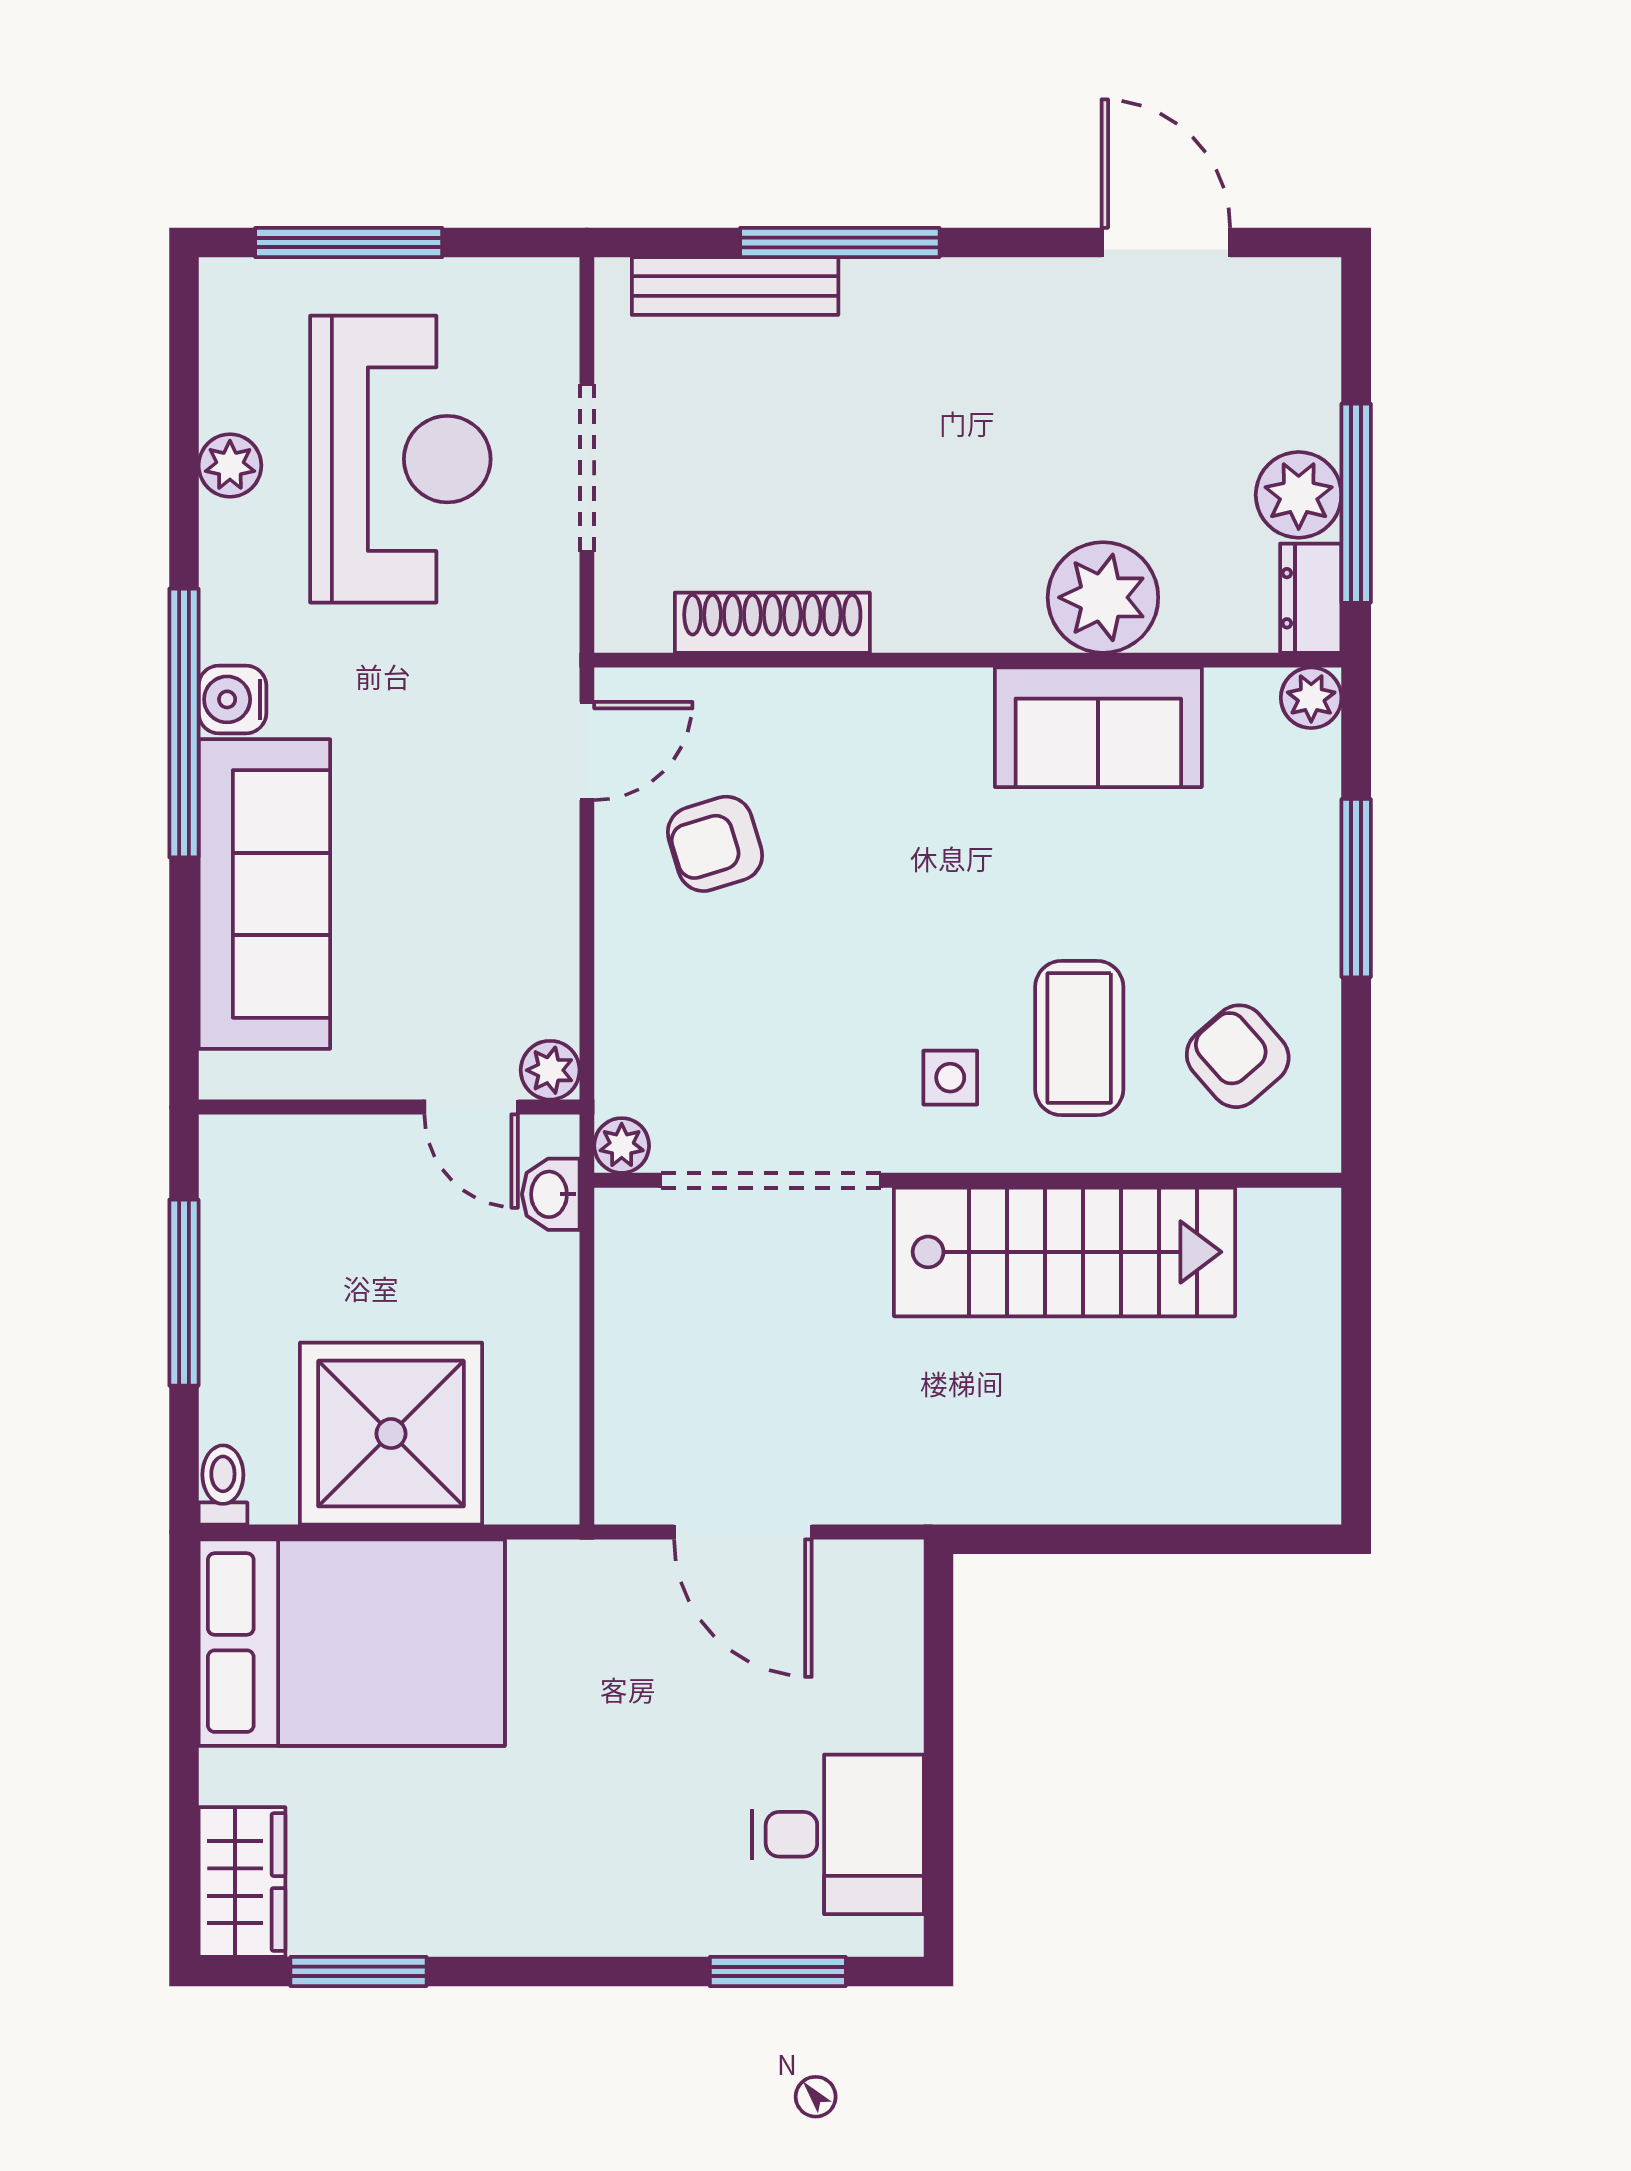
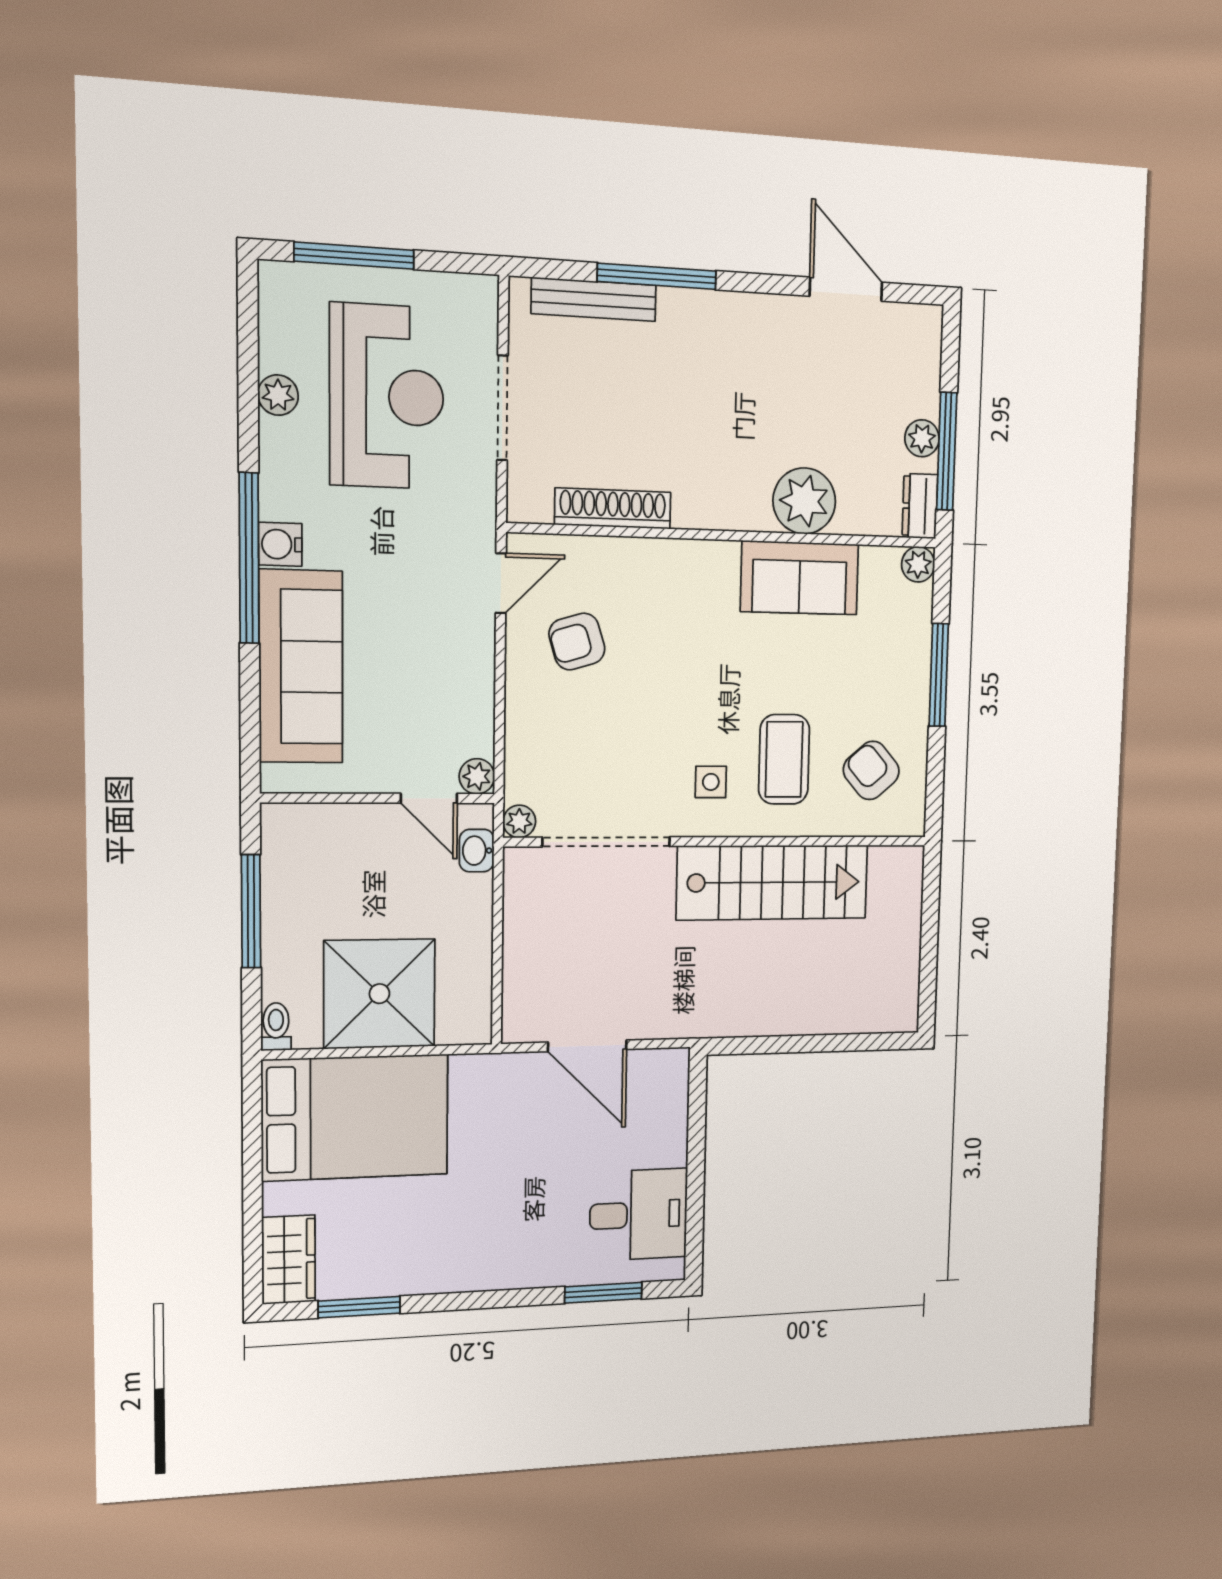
plant: (1299, 495) -> (922, 438), width x0.73, depth x0.73

